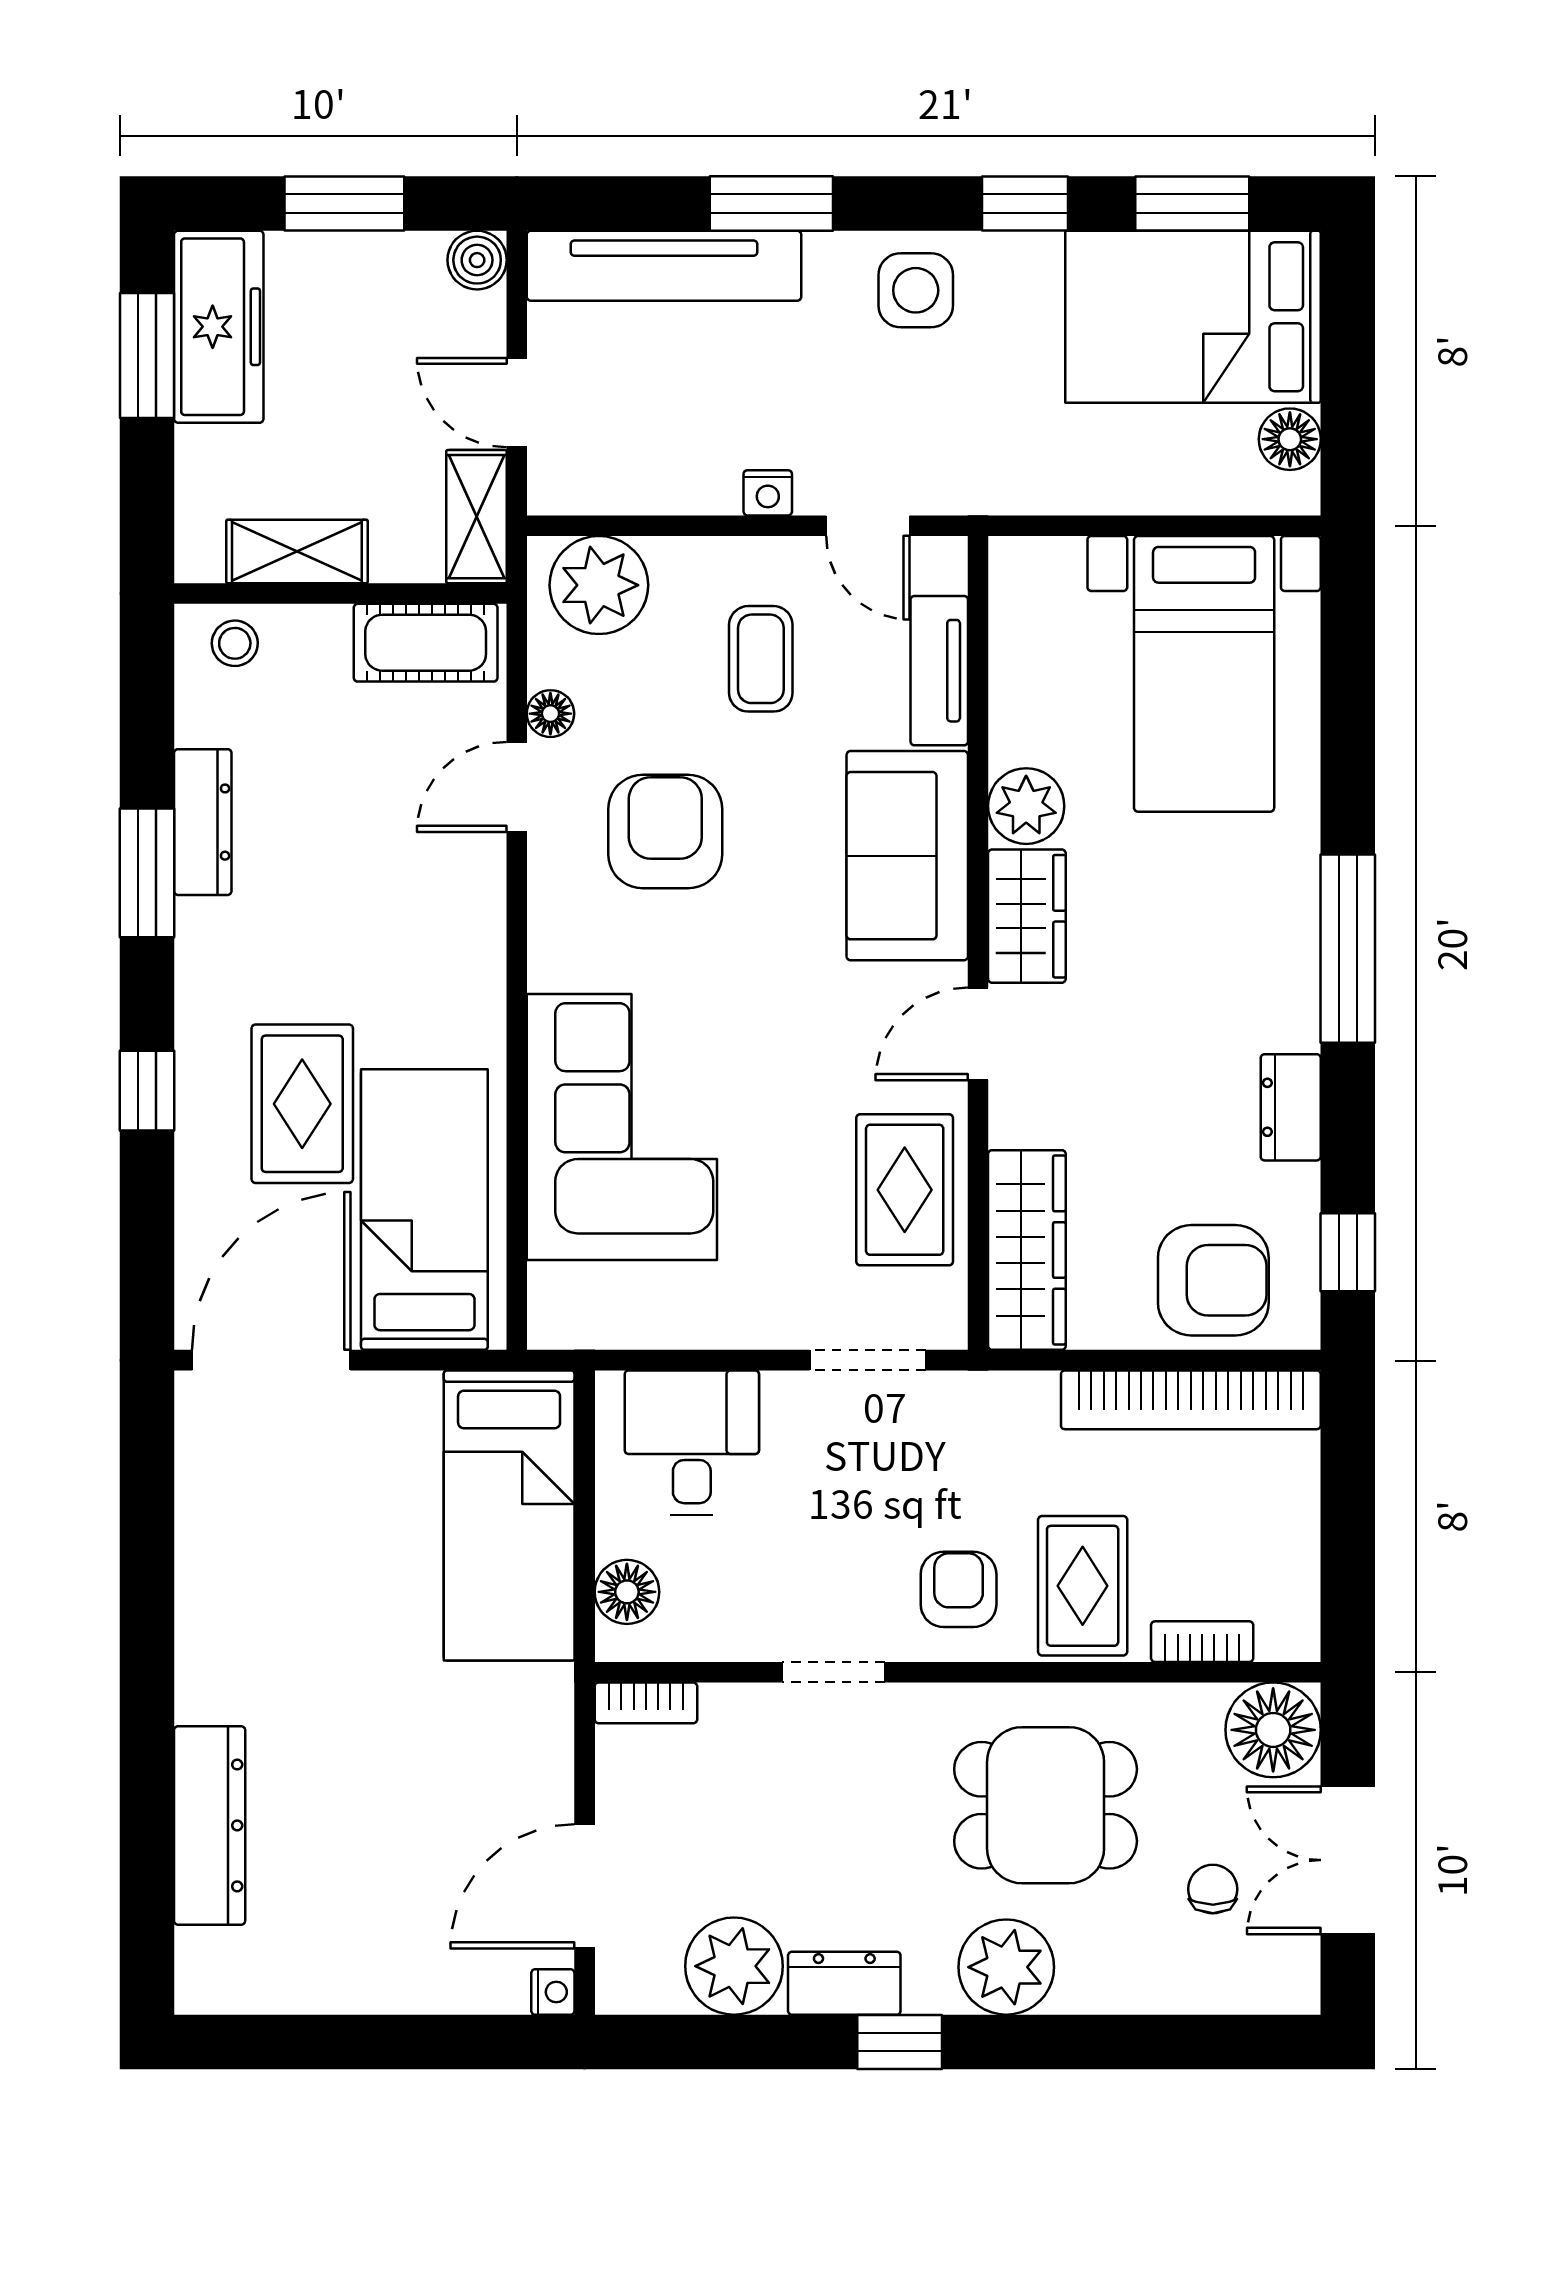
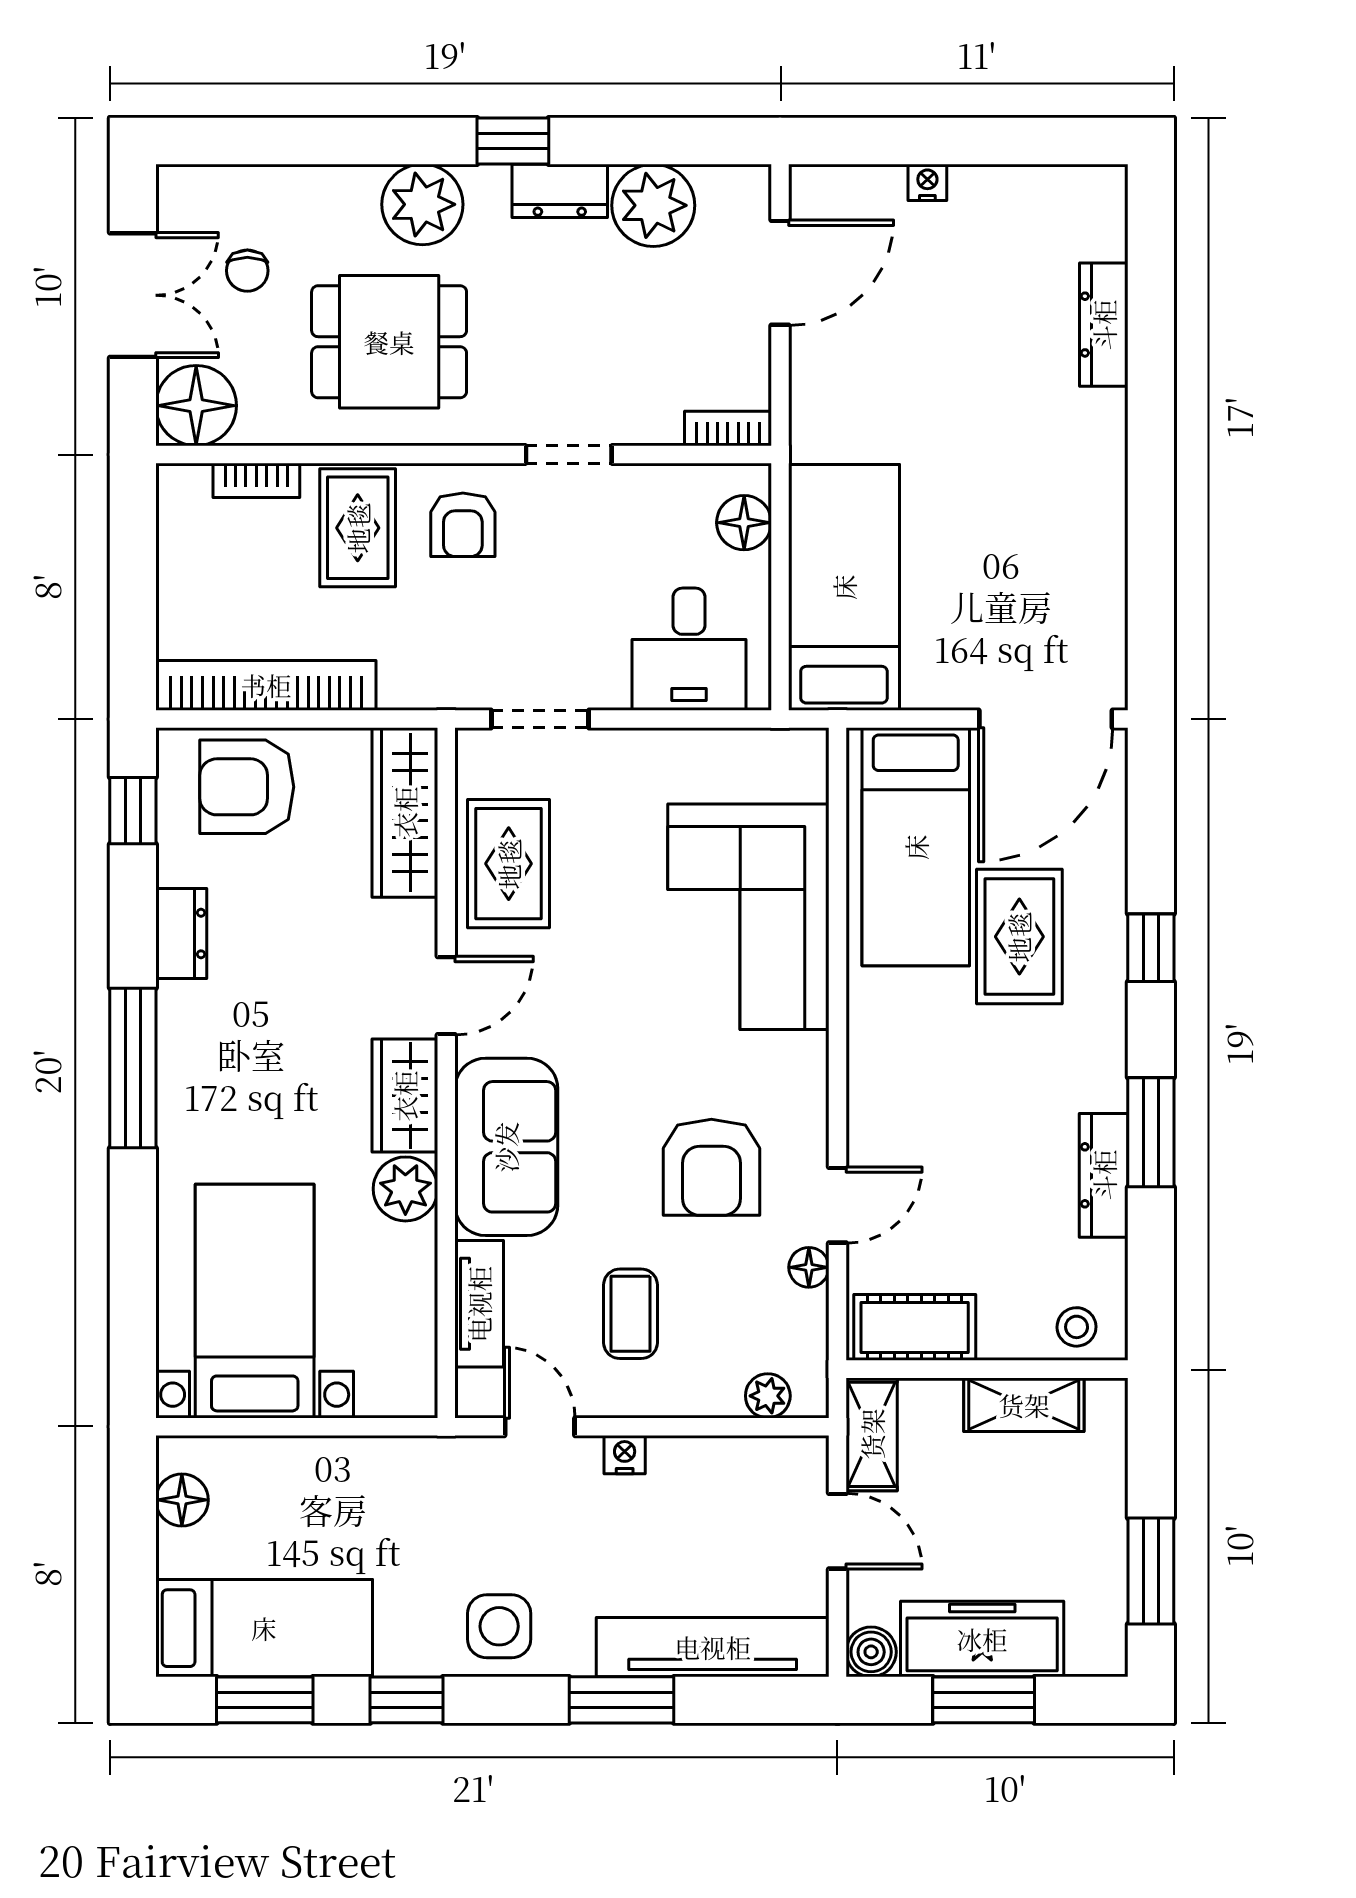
bed: (1193, 317) -> (264, 1628), width x0.67
freezer: (219, 327) -> (982, 1639), moved, turned 90
plant: (599, 585) -> (768, 1396), width x0.53, depth x0.53
dresser: (210, 1825) -> (1104, 325), width x0.73, depth x0.80
nightstand: (553, 1992) -> (927, 182), moved, turned 90

